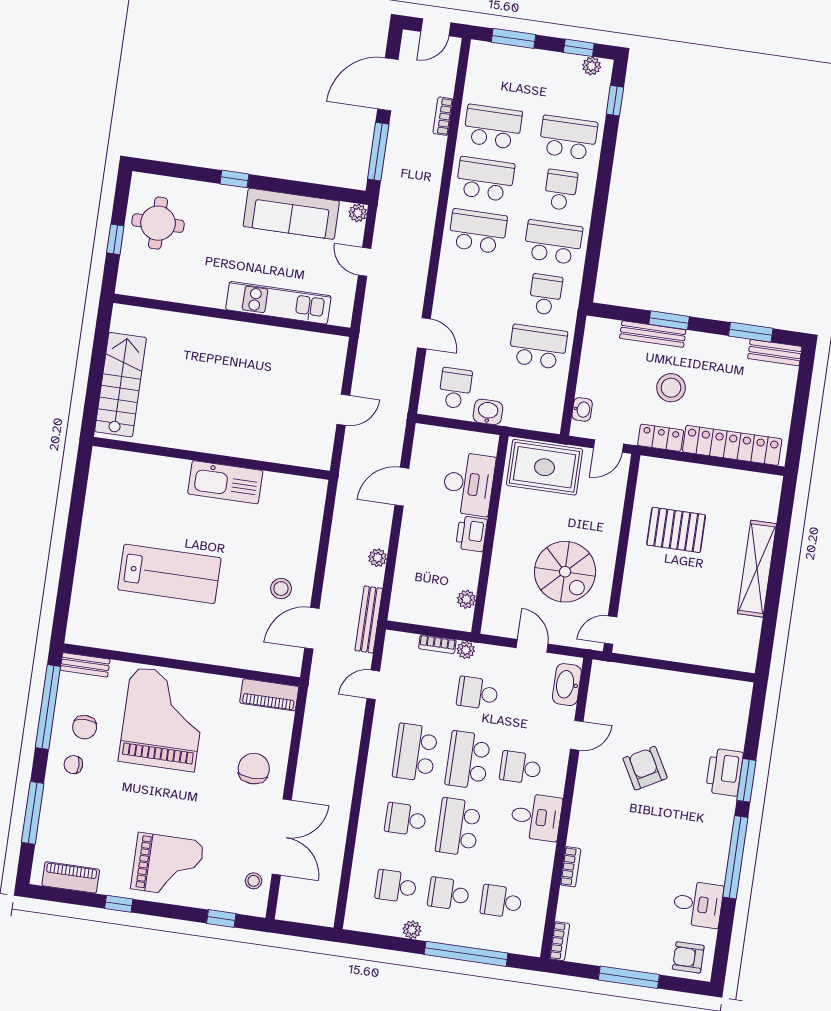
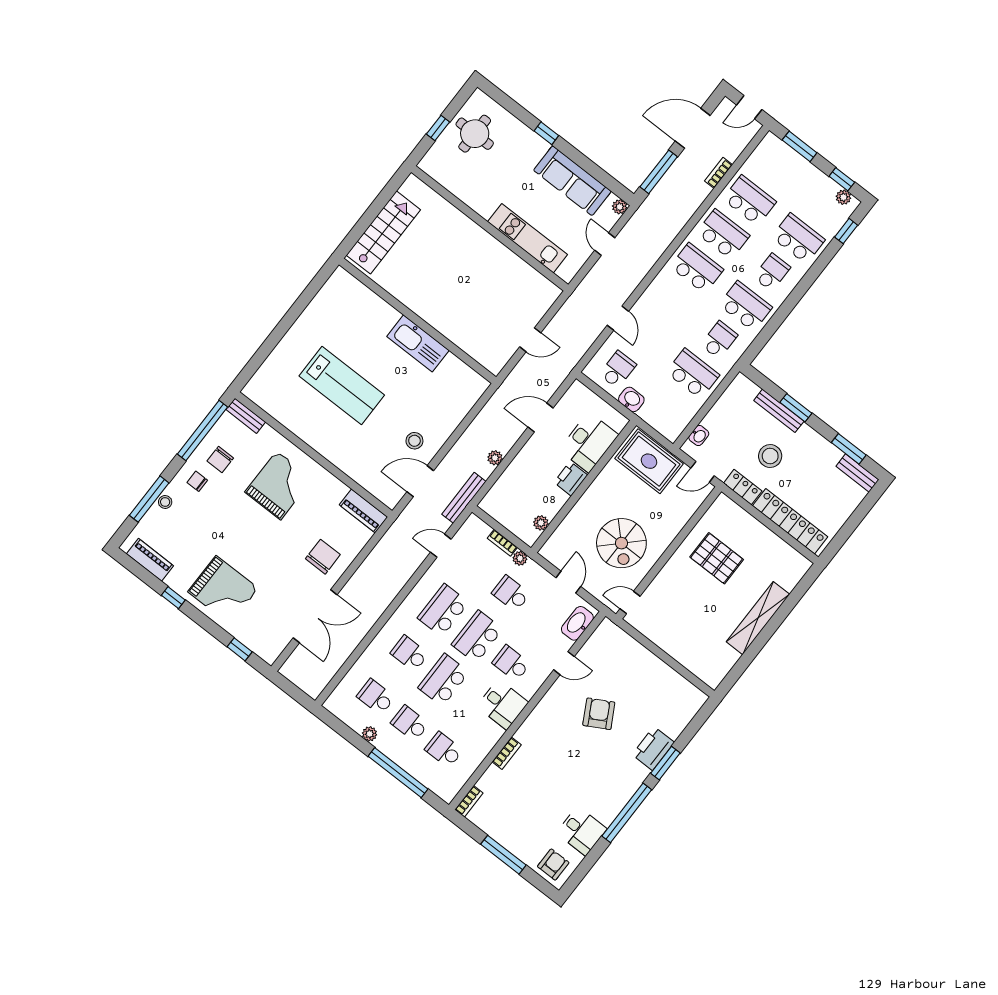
grand piano: (163, 719) -> (279, 485), width x0.73, depth x0.68
stool: (254, 881) -> (165, 502), moved
armchair: (688, 957) -> (553, 865), turned 90

